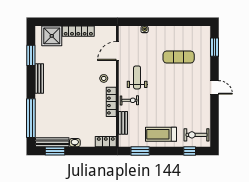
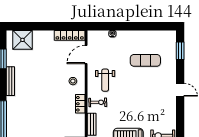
locker: (78, 31) -> (70, 35), moved
weight bench: (137, 77) -> (105, 80), turned 180
locker: (111, 102) -> (80, 104), width x0.66

